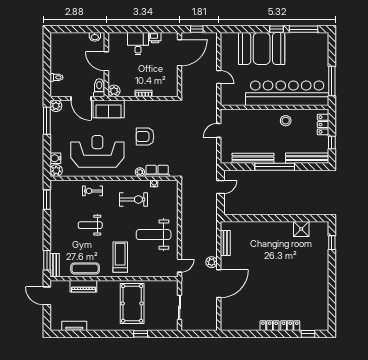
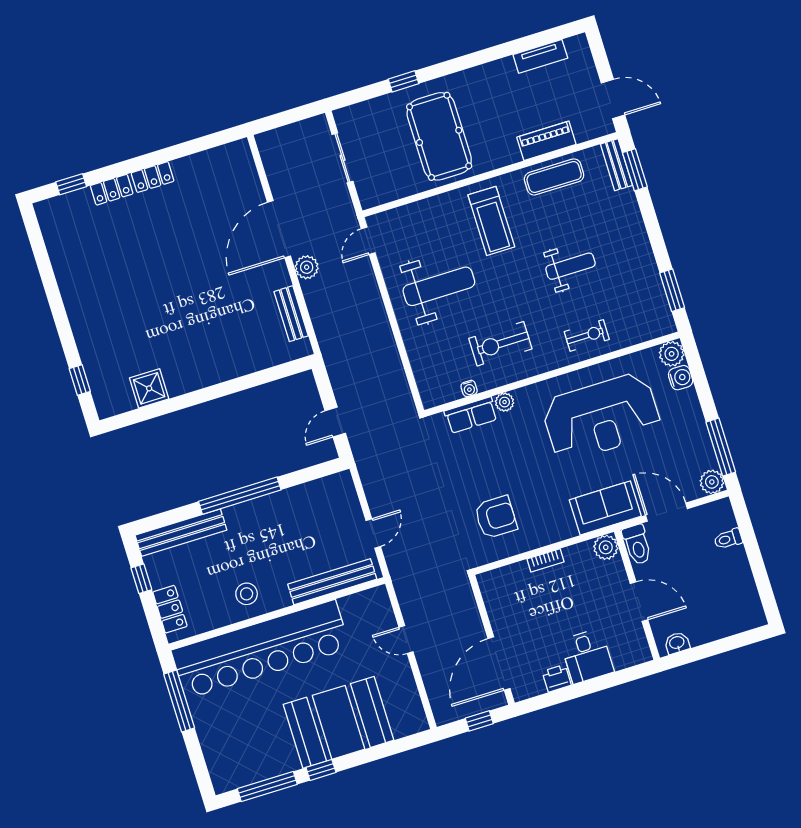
armchair: (145, 136) -> (496, 517), moved
bench: (253, 158) -> (332, 582), moved

